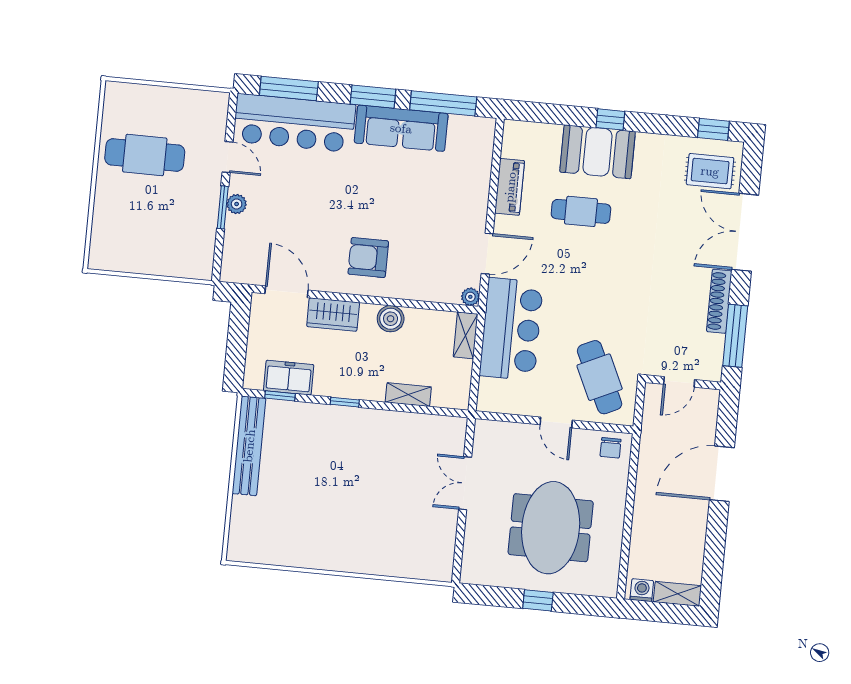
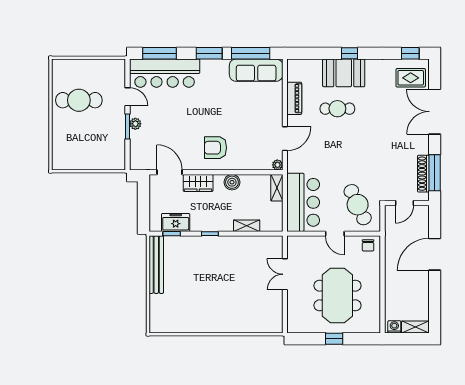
sofa: (401, 128) -> (256, 70), moved
shoe rack: (719, 301) -> (423, 174), moved
bar counter: (511, 329) -> (303, 202), moved

